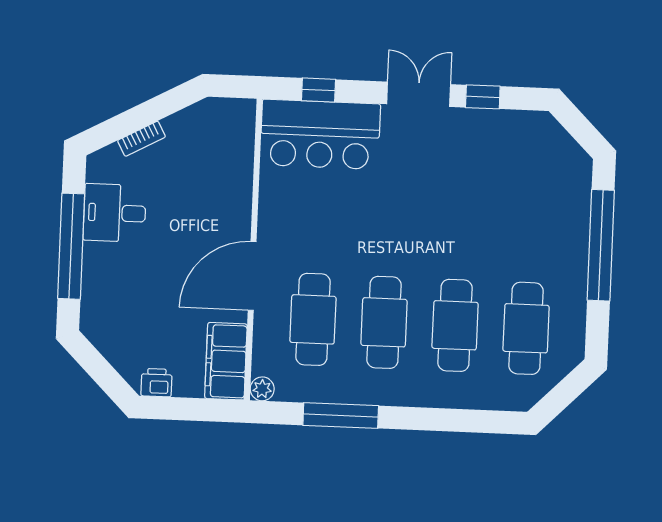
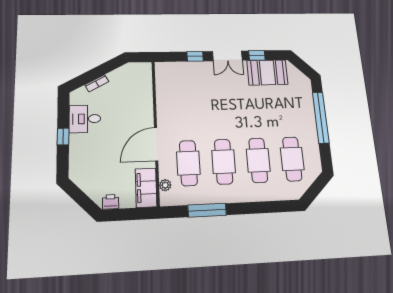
window: (319, 90) -> (195, 56), moved
double door: (419, 94) -> (227, 56), swing flipped
bar counter: (320, 134) -> (183, 76), removed
booth: (501, 137) -> (267, 72), added
window: (71, 246) -> (63, 137), width x0.32
plant: (262, 389) -> (165, 185), moved

